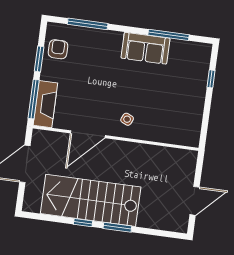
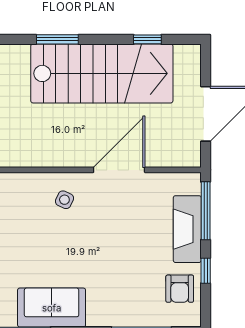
window: (39, 59) -> (206, 271), width x0.67
fireplace: (45, 104) -> (187, 229), moved
window: (83, 223) -> (147, 39), moved

